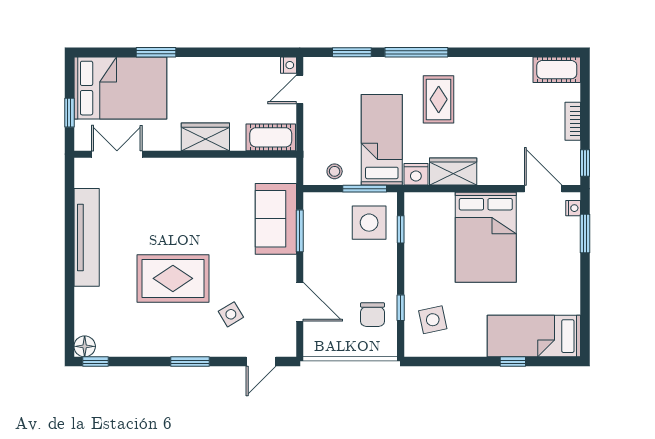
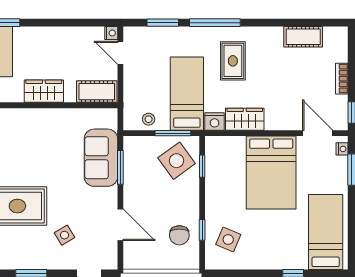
cot: (557, 70) -> (303, 37), moved
door: (300, 89) -> (120, 53), hinge flipped
side table: (369, 223) -> (177, 161), turned -36
side table: (433, 320) -> (228, 239), turned 35
bed: (534, 336) -> (326, 232), moved, turned 90

